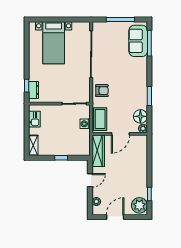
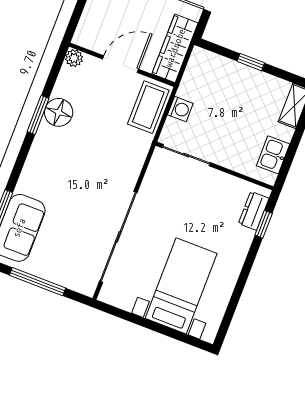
armchair: (102, 91) -> (124, 160), removed
floor lamp: (140, 116) -> (59, 112), moved

